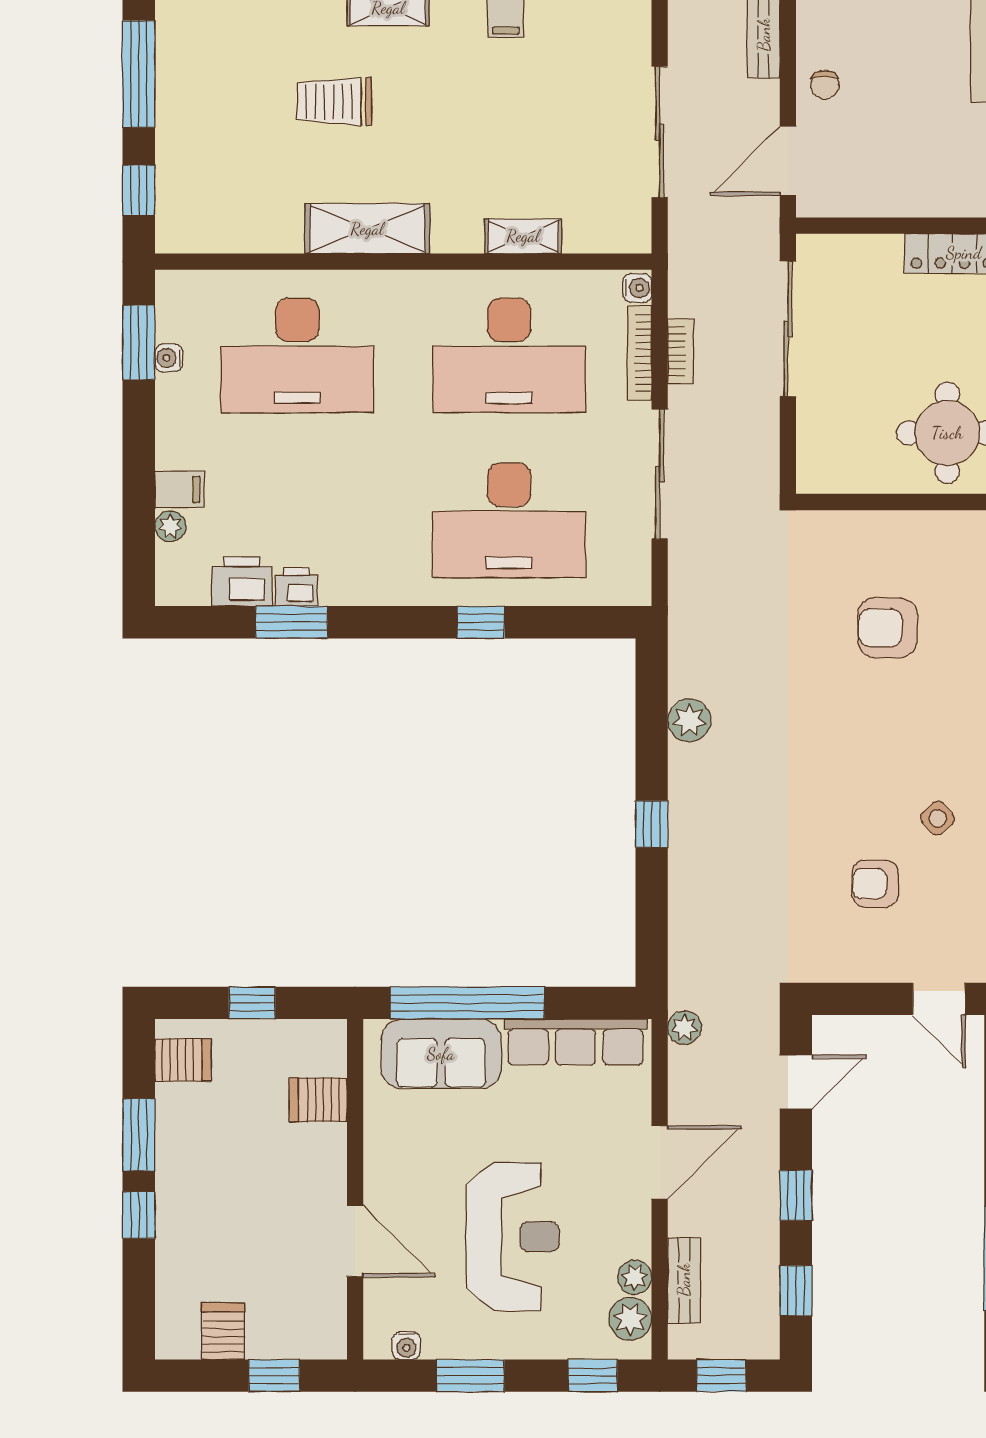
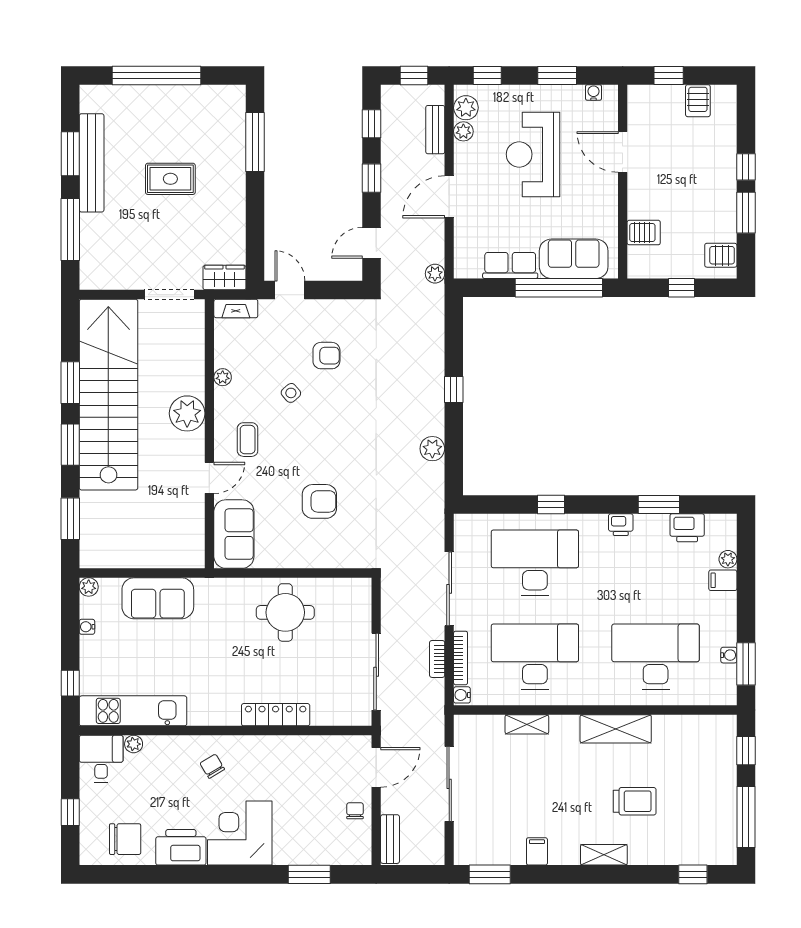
printer: (296, 587) -> (621, 525), moved
row of seats: (576, 1042) -> (510, 265), width x0.68

